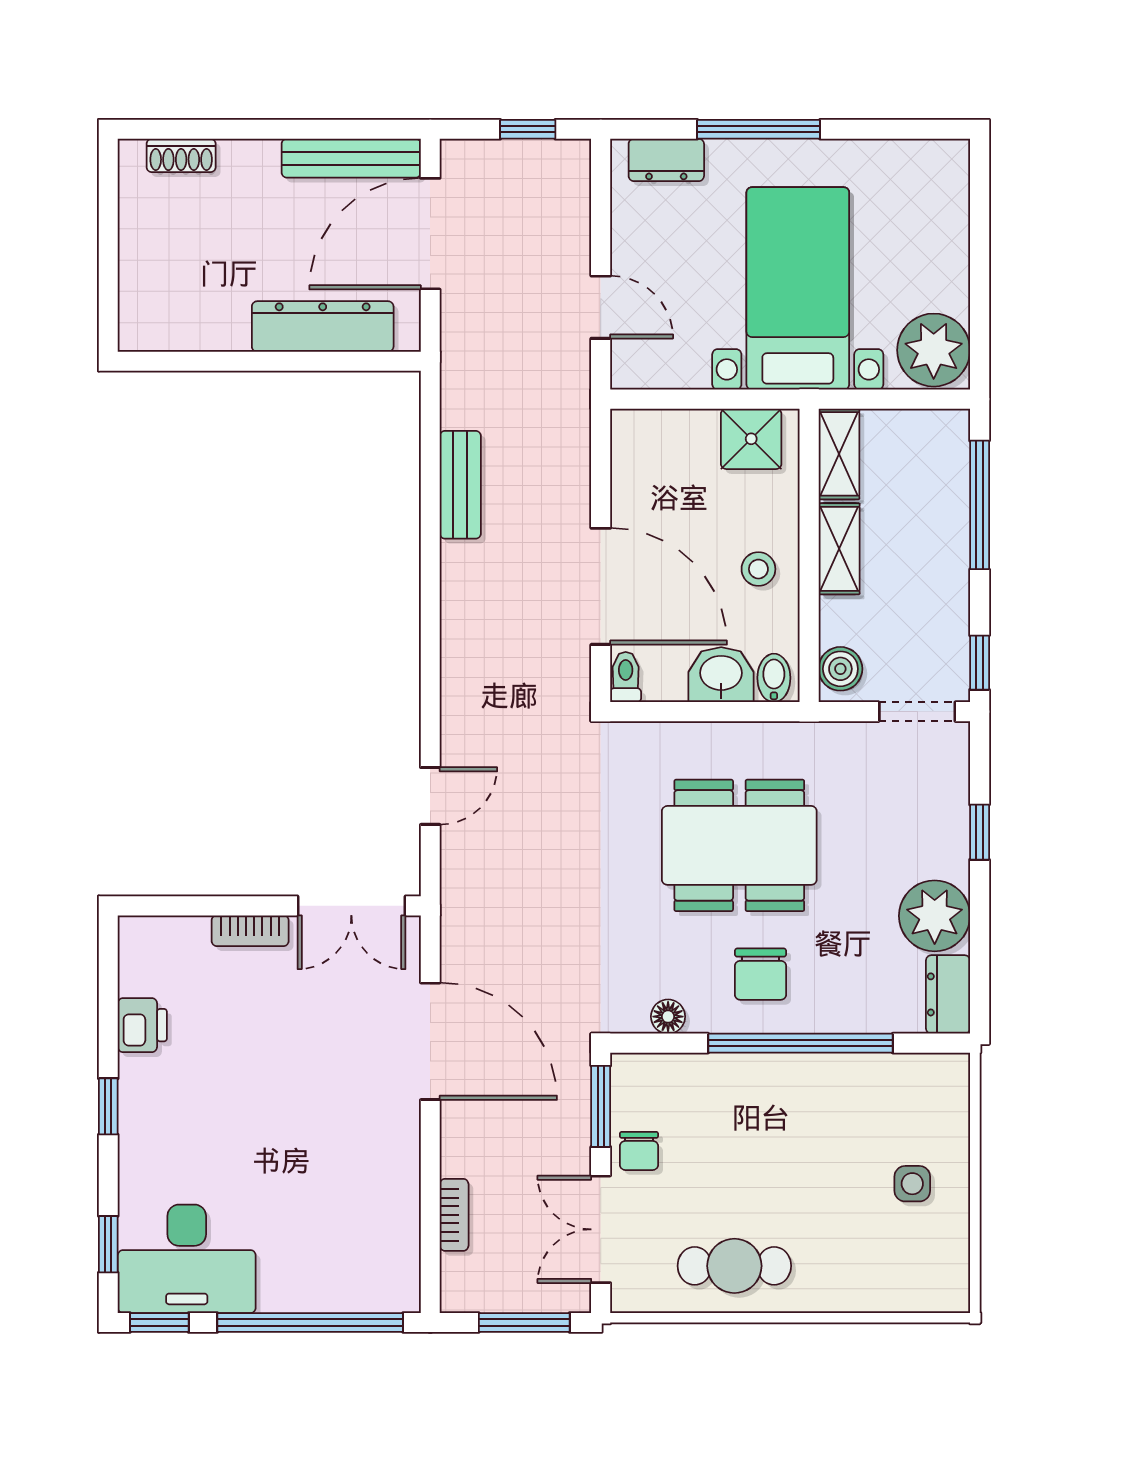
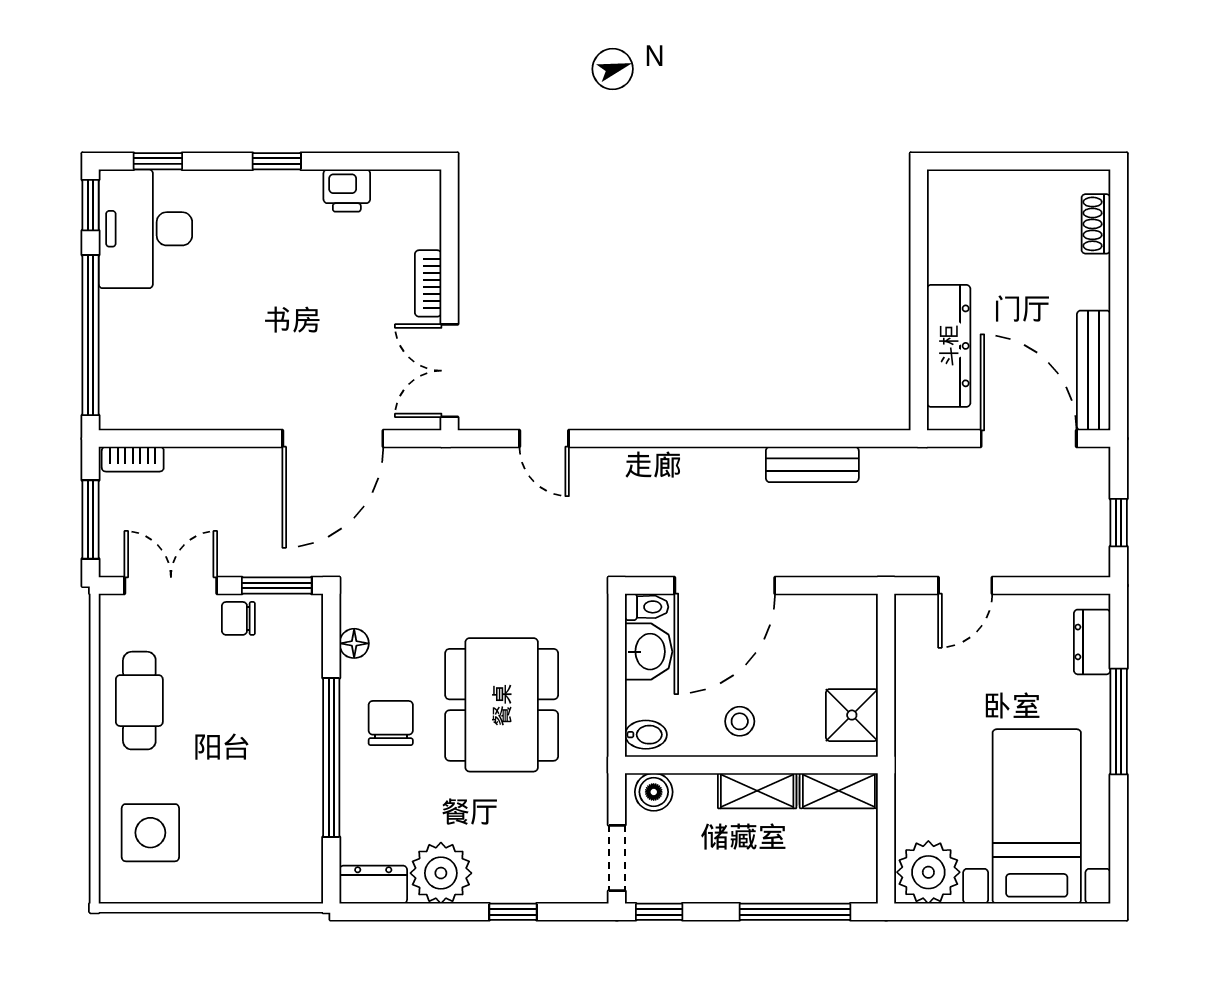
bed with nightstands: (798, 288) -> (1037, 816), moved, turned -90
washbasin: (721, 675) -> (649, 652), moved
chair: (760, 974) -> (391, 723), turned 90
side table: (912, 1184) -> (150, 833), moved, width x1.87, depth x1.87
bookcase: (454, 1215) -> (133, 459), moved

